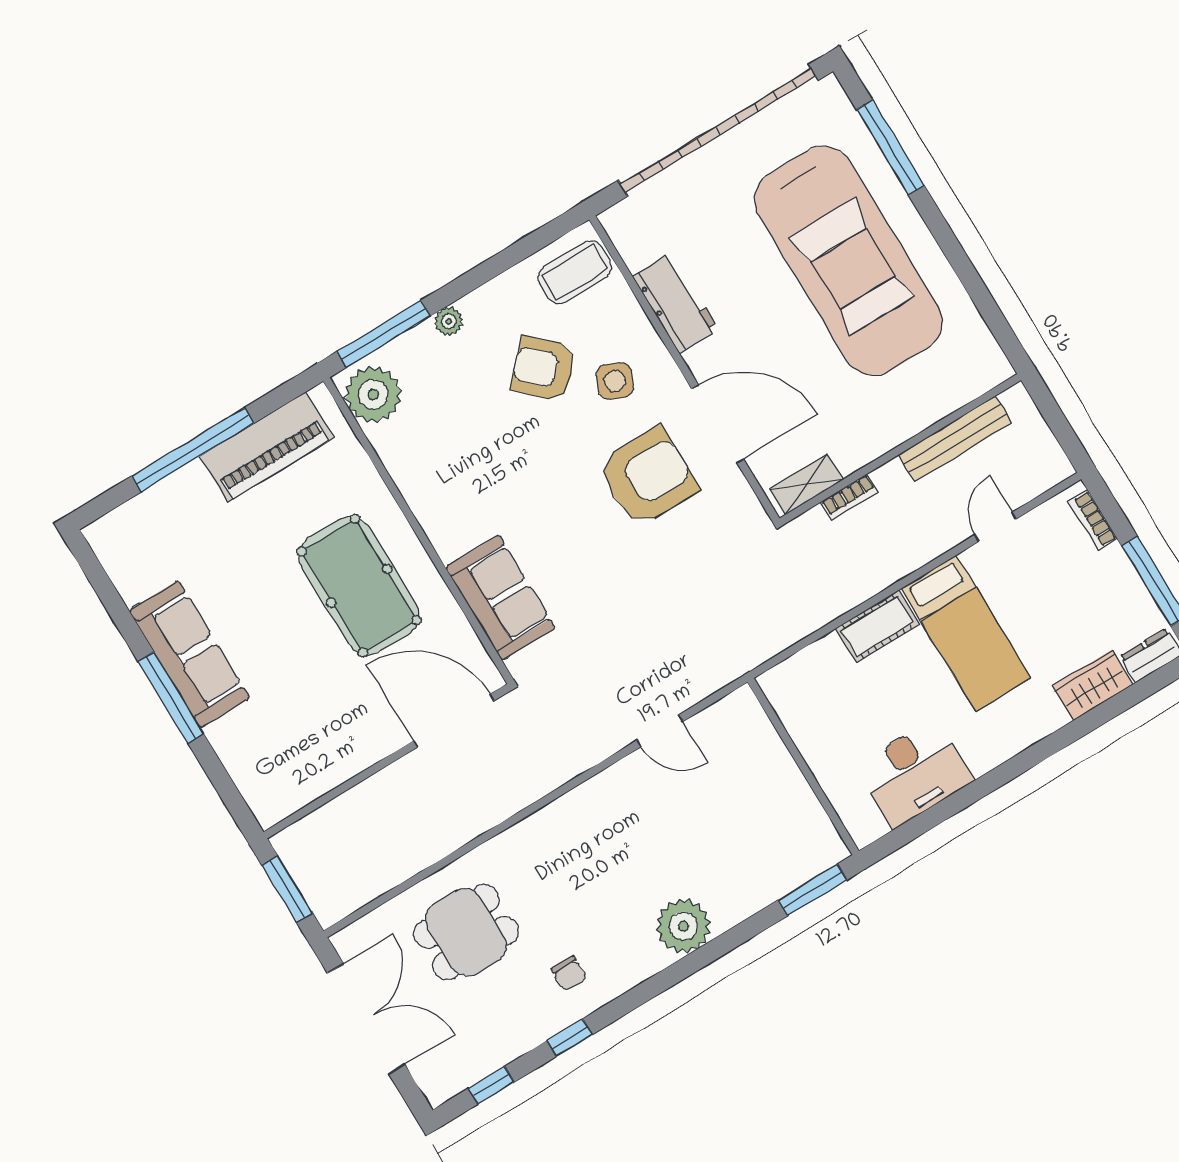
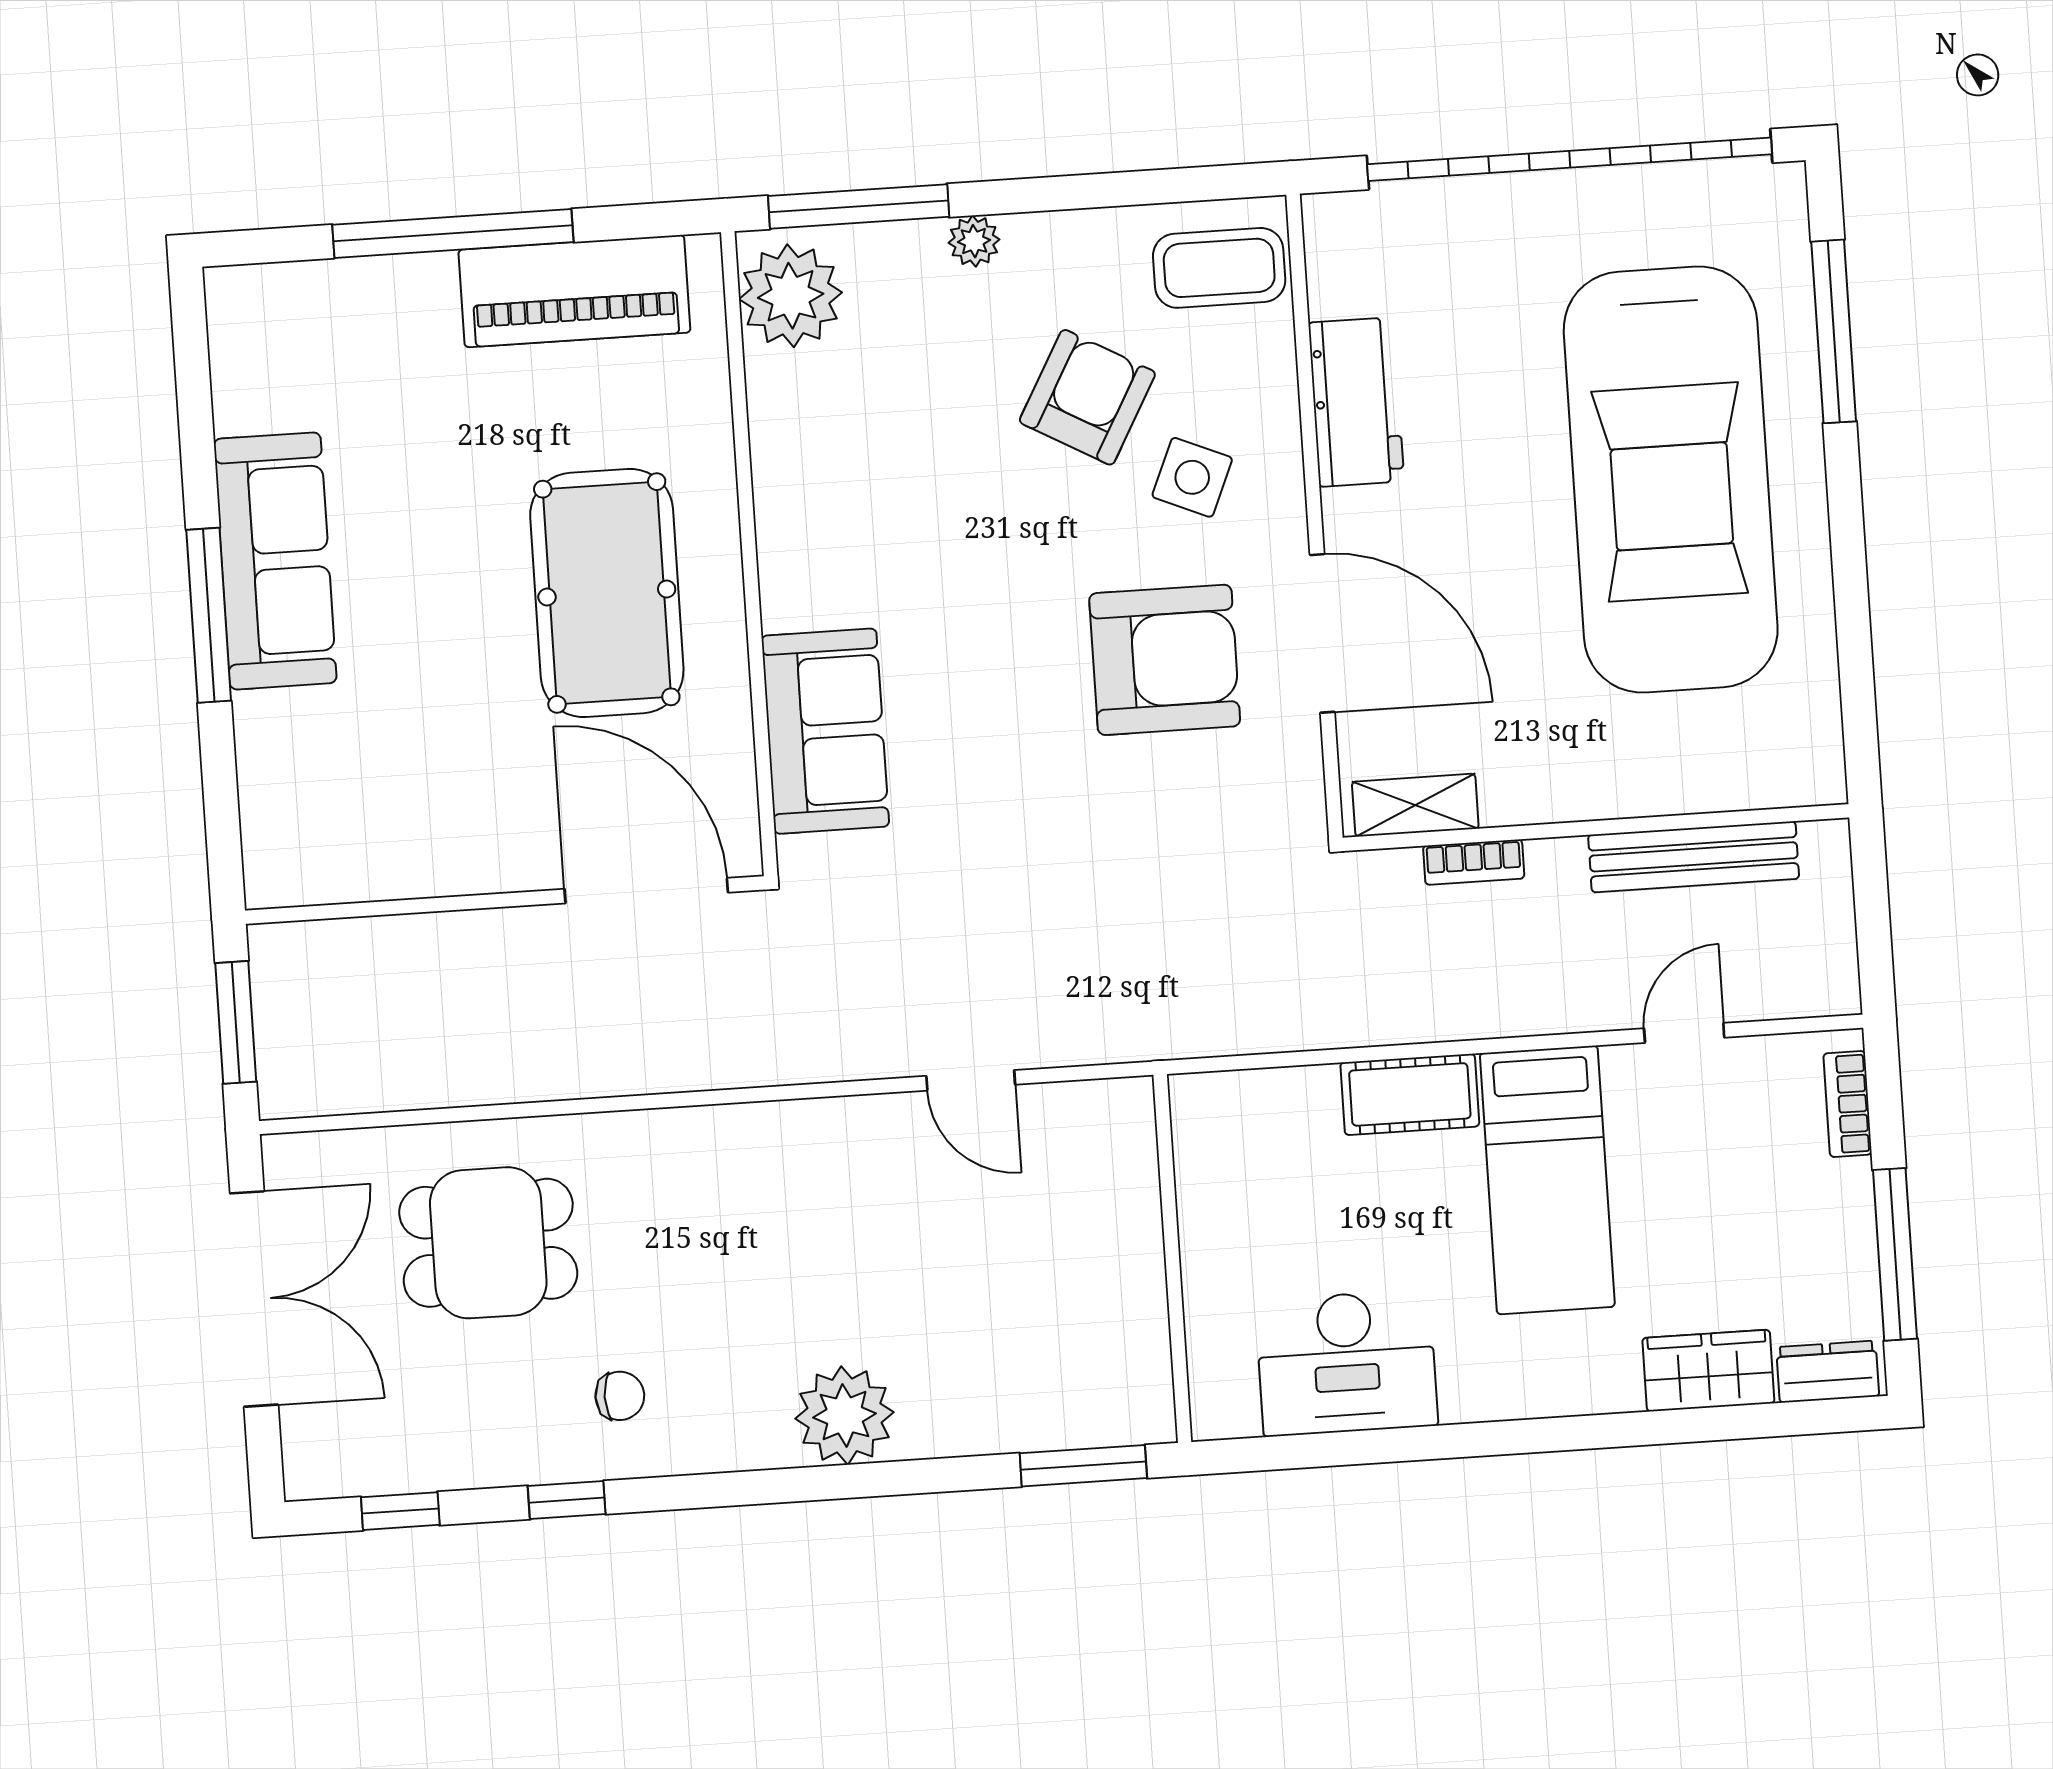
armchair: (543, 369) -> (1087, 397), turned 75
chair: (569, 973) -> (620, 1396), turned -90

